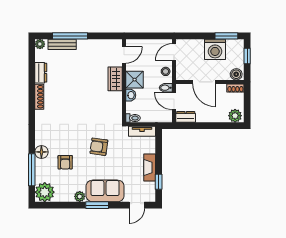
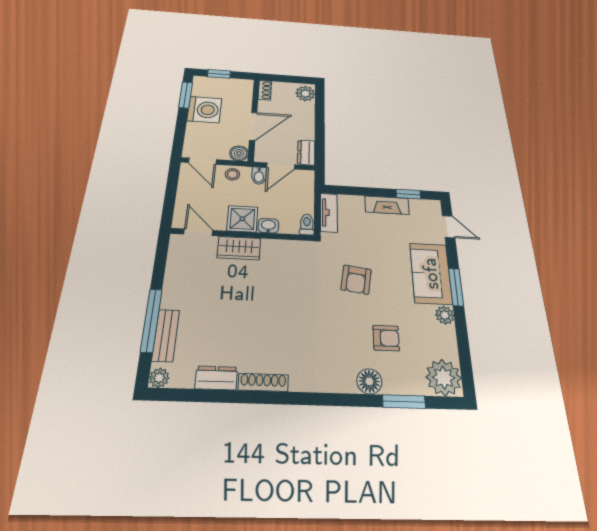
boiler: (236, 74) -> (239, 153), moved
window: (32, 170) -> (404, 402), width x0.69

